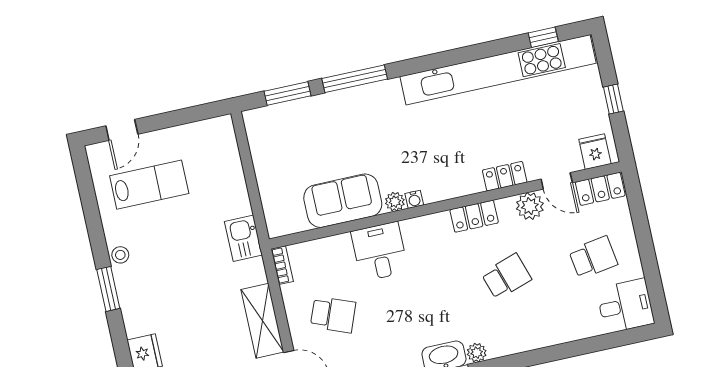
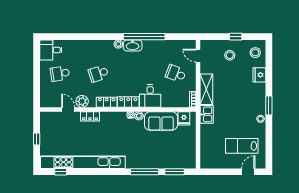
fridge: (595, 152) -> (184, 118), moved
locker: (600, 189) -> (128, 102), moved
shelving: (262, 321) -> (206, 89), moved

